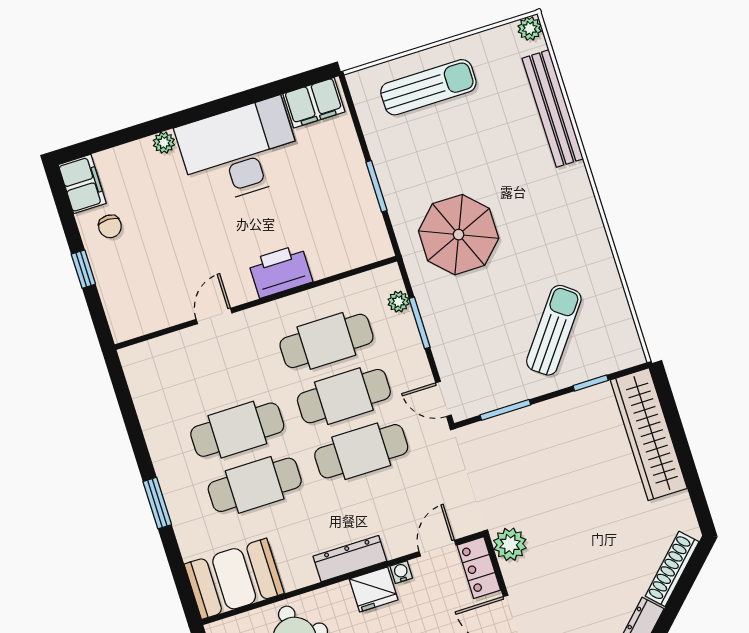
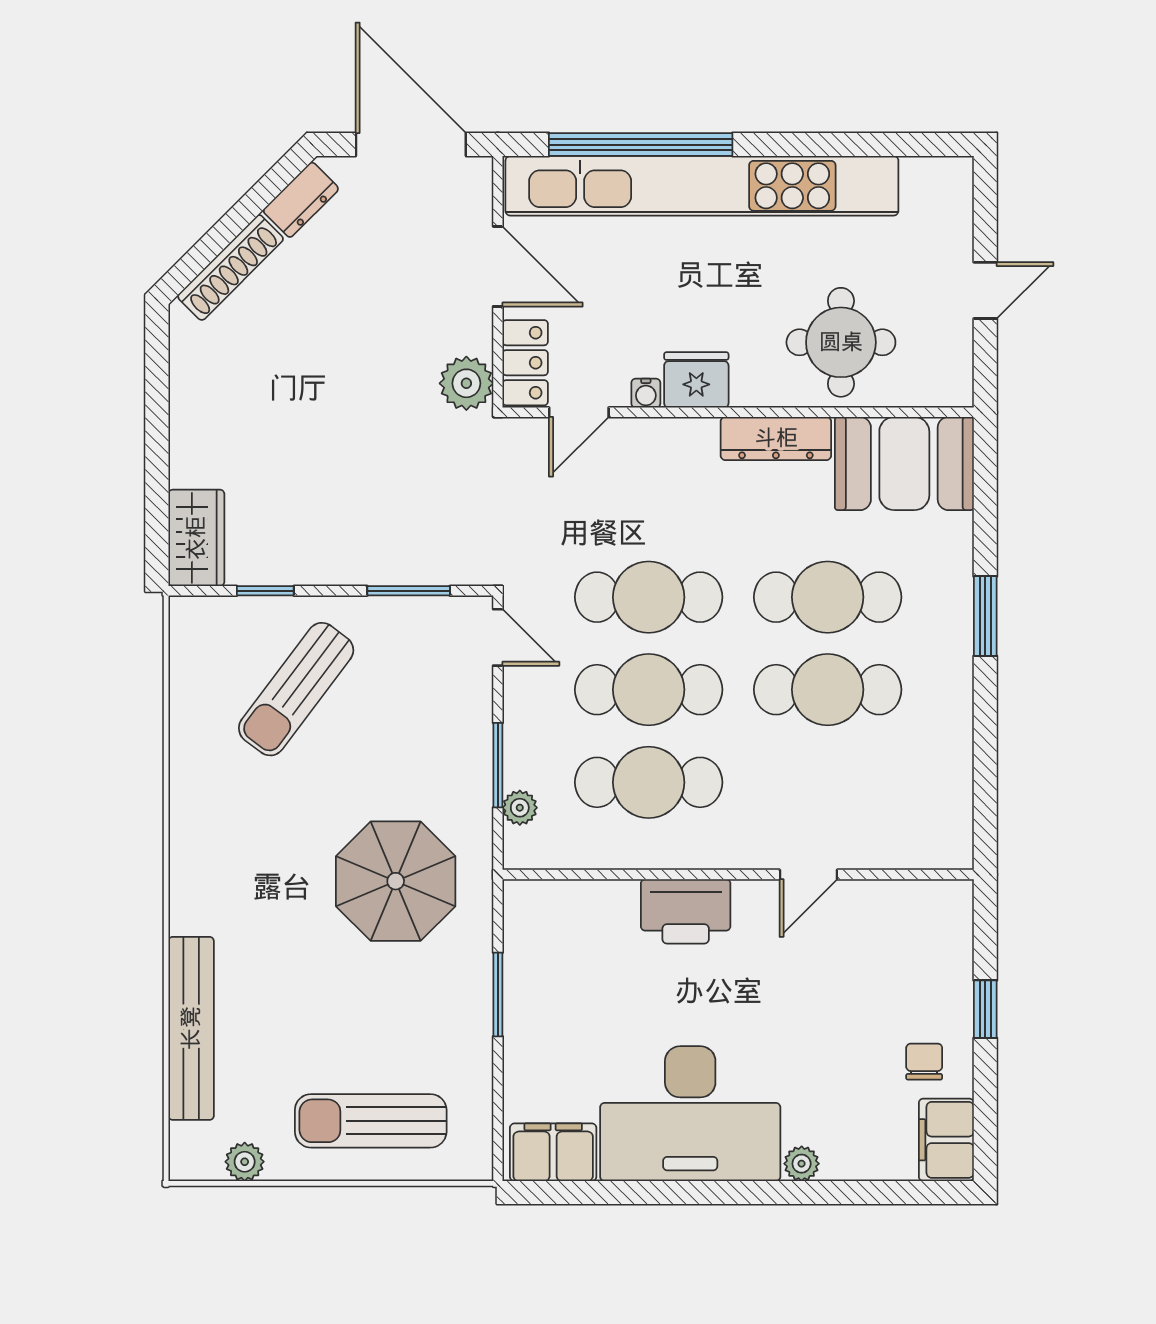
plant: (530, 29) -> (245, 1162), moved
wardrobe: (649, 434) -> (196, 538), width x0.48, depth x0.85
dresser: (350, 559) -> (776, 438), moved

